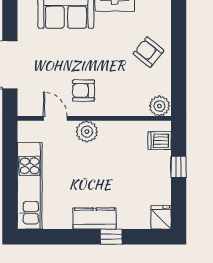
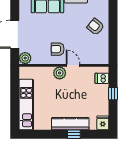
plant: (160, 106) -> (25, 58), moved
door: (55, 118) -> (73, 65), moved
kitchen counter: (94, 219) -> (70, 124), width x1.50

